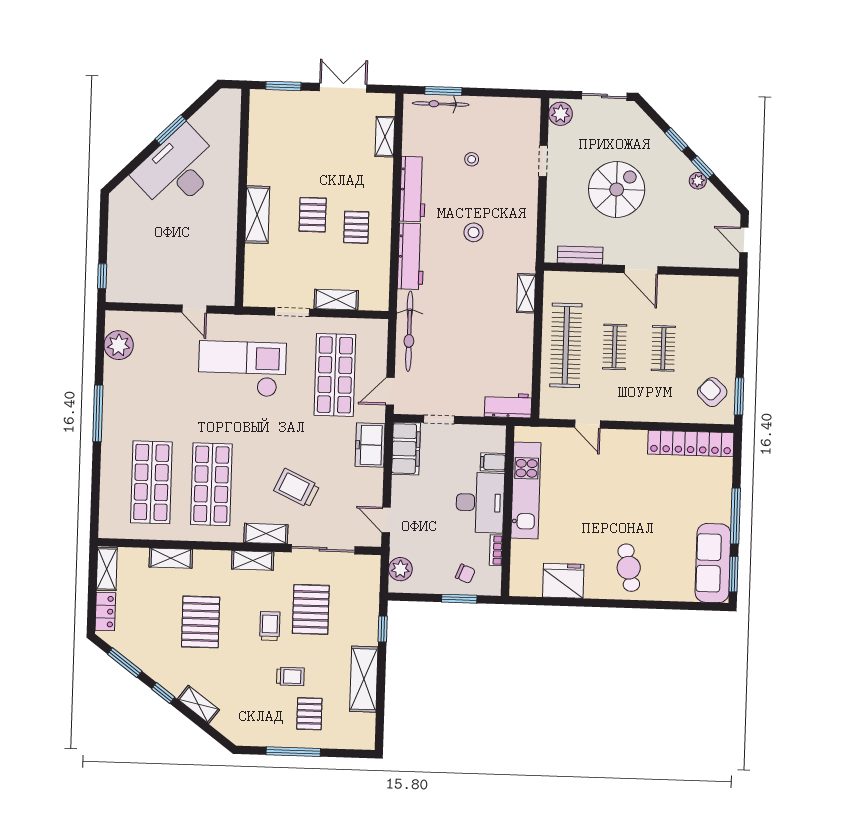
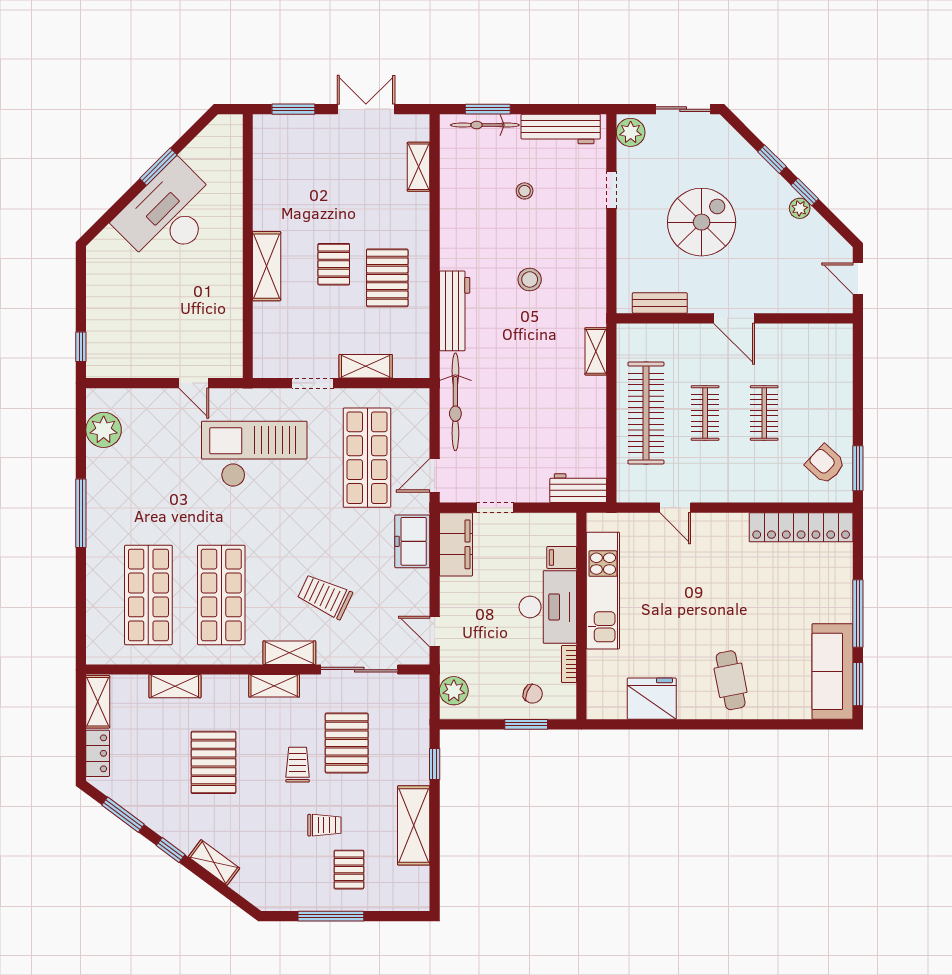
workbench: (413, 189) -> (561, 129), moved, turned 90
pallet: (356, 227) -> (387, 278), width x1.50, depth x1.42

